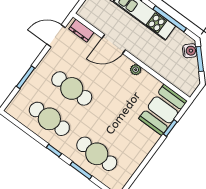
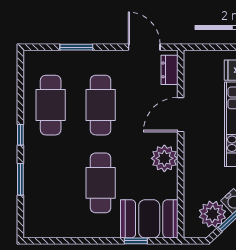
door: (114, 44) -> (181, 115), hinge flipped
plant: (188, 69) -> (212, 214), added
plant: (136, 70) -> (164, 158), width x1.88, depth x1.88
cafe table: (97, 154) -> (101, 183), moved

